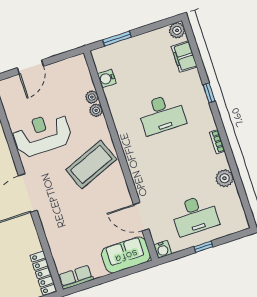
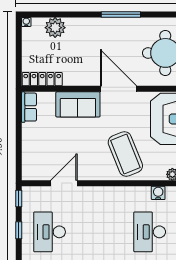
water cooler: (163, 249) -> (158, 193), moved, turned 90
sofa: (126, 255) -> (78, 104), moved, turned 90
window: (171, 257) -> (19, 199), added

